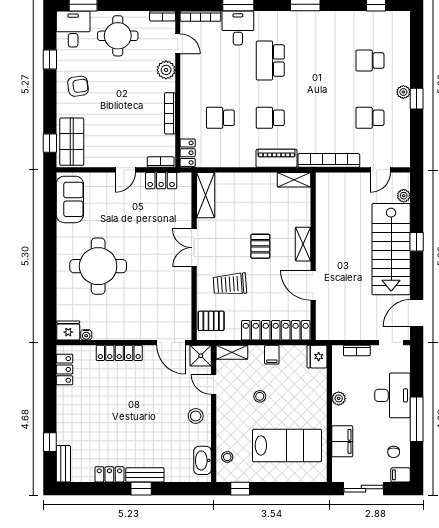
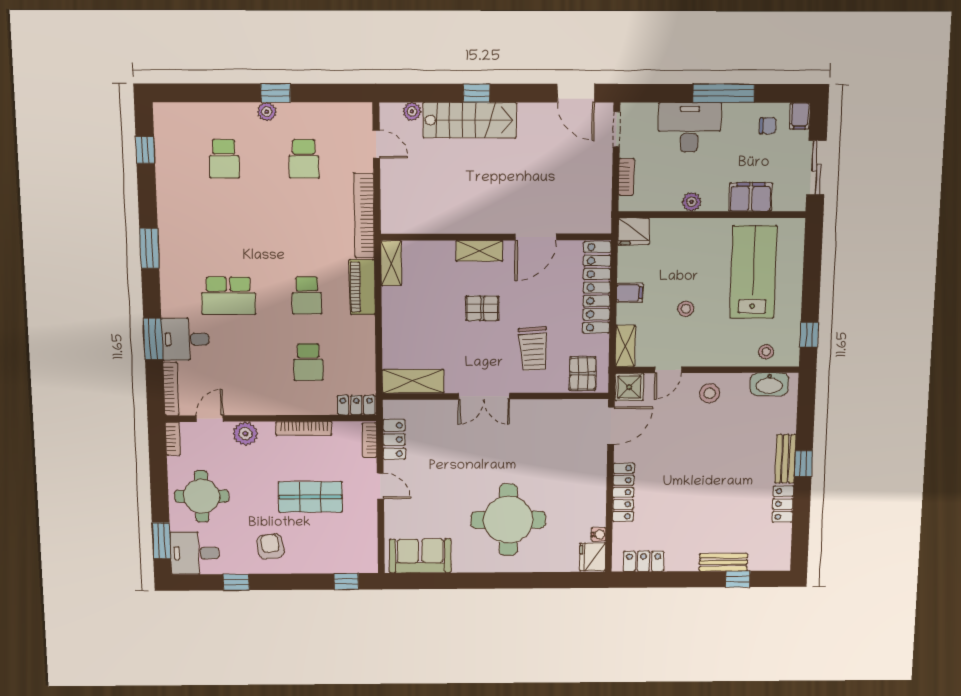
shop shelf: (72, 142) -> (310, 497), moved
stairs: (391, 249) -> (470, 120), width x0.73, depth x0.66
bench: (63, 464) -> (723, 562), moved

